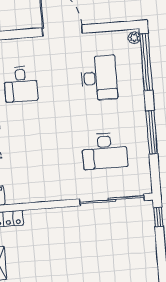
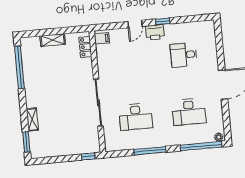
desk: (105, 151) -> (136, 117), turned -90
sliding door: (112, 200) -> (98, 103), moved

